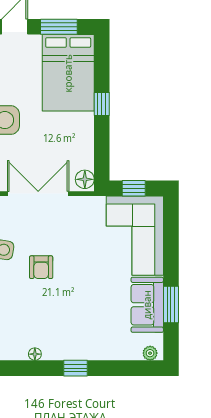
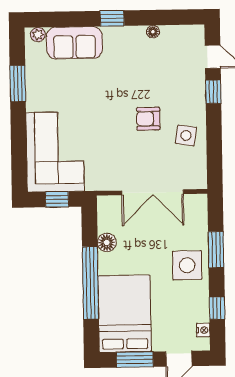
window: (102, 104) -> (90, 283), width x3.17
floor lamp: (85, 179) -> (107, 242), moved
armchair: (41, 267) -> (148, 119), turned -90
sofa: (147, 305) -> (74, 43), moved, turned 90

